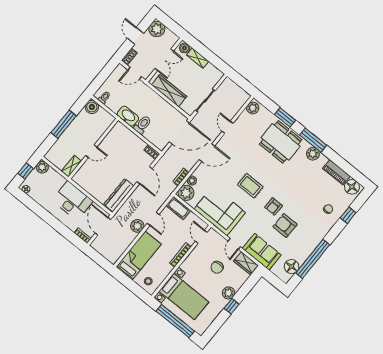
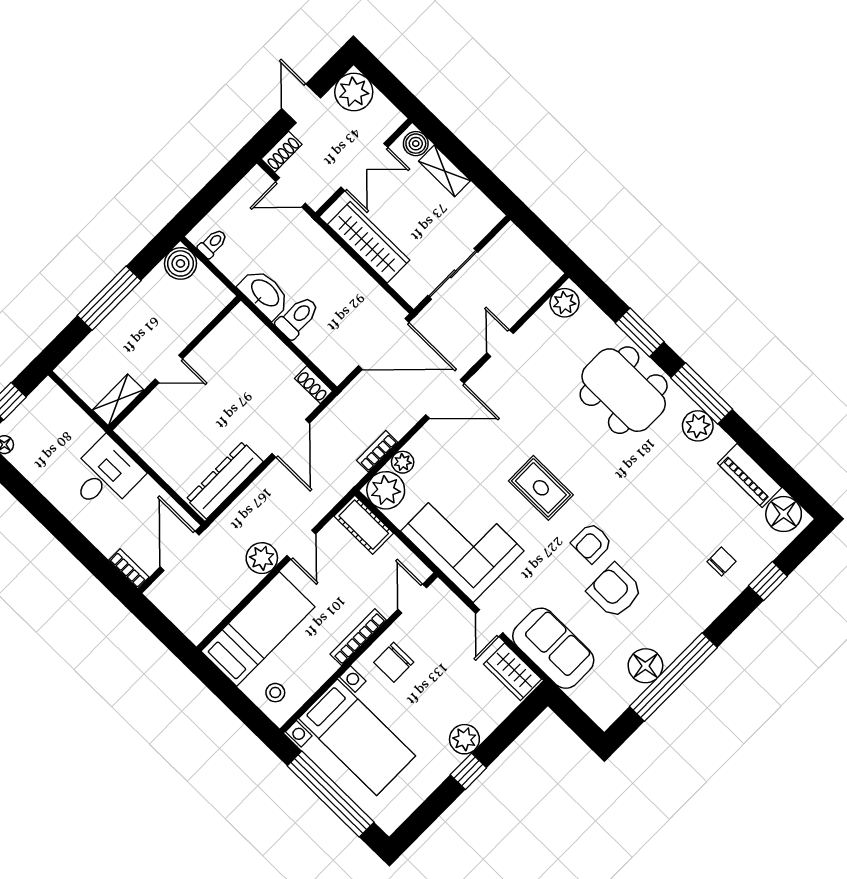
plant: (42, 167) -> (48, 396), removed
desk: (72, 201) -> (105, 475), width x0.73
chair: (217, 267) -> (394, 662), moved
floor lamp: (292, 267) -> (645, 666), moved

